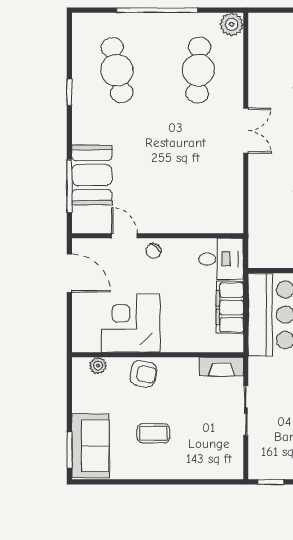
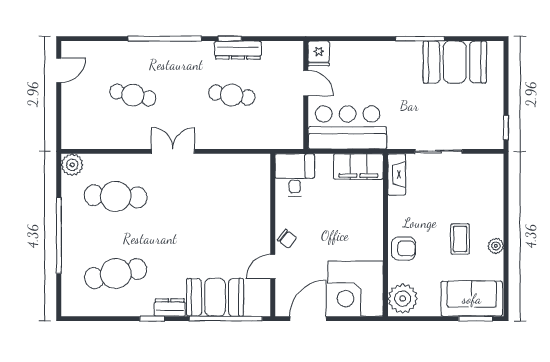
window: (69, 92) -> (152, 319), moved
dresser: (81, 127) -> (170, 308), added
window: (69, 186) -> (226, 319), width x1.46
filing cabinet: (230, 307) -> (358, 167), moved
corner desk: (131, 323) -> (355, 289), moved
plant: (98, 366) -> (403, 299), width x1.87, depth x1.87
armchair: (143, 374) -> (404, 248), turned 80
plant: (146, 471) -> (496, 246), added

